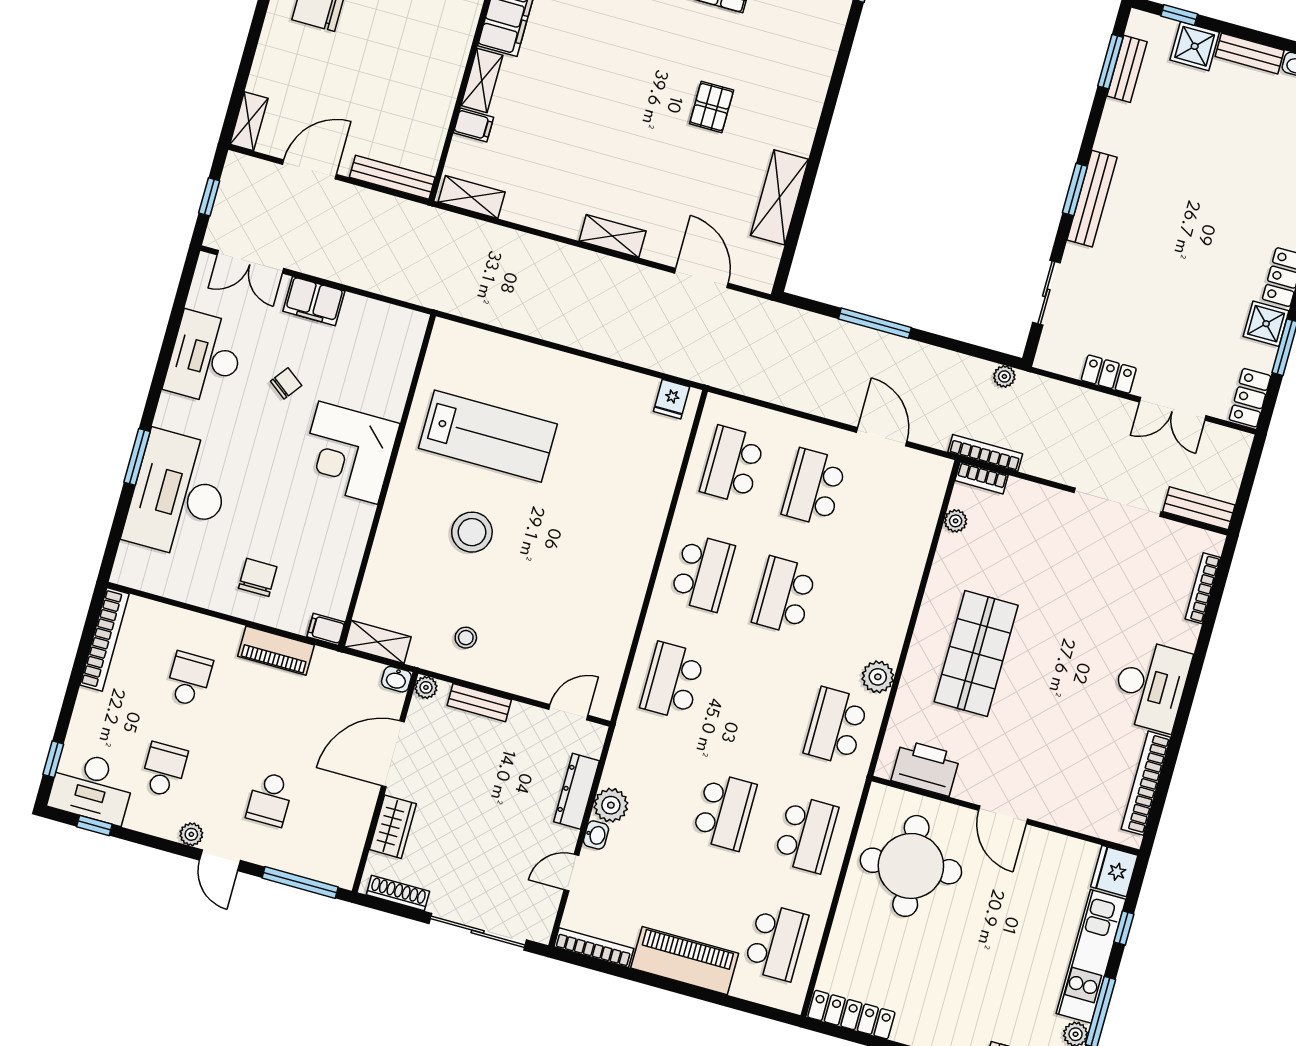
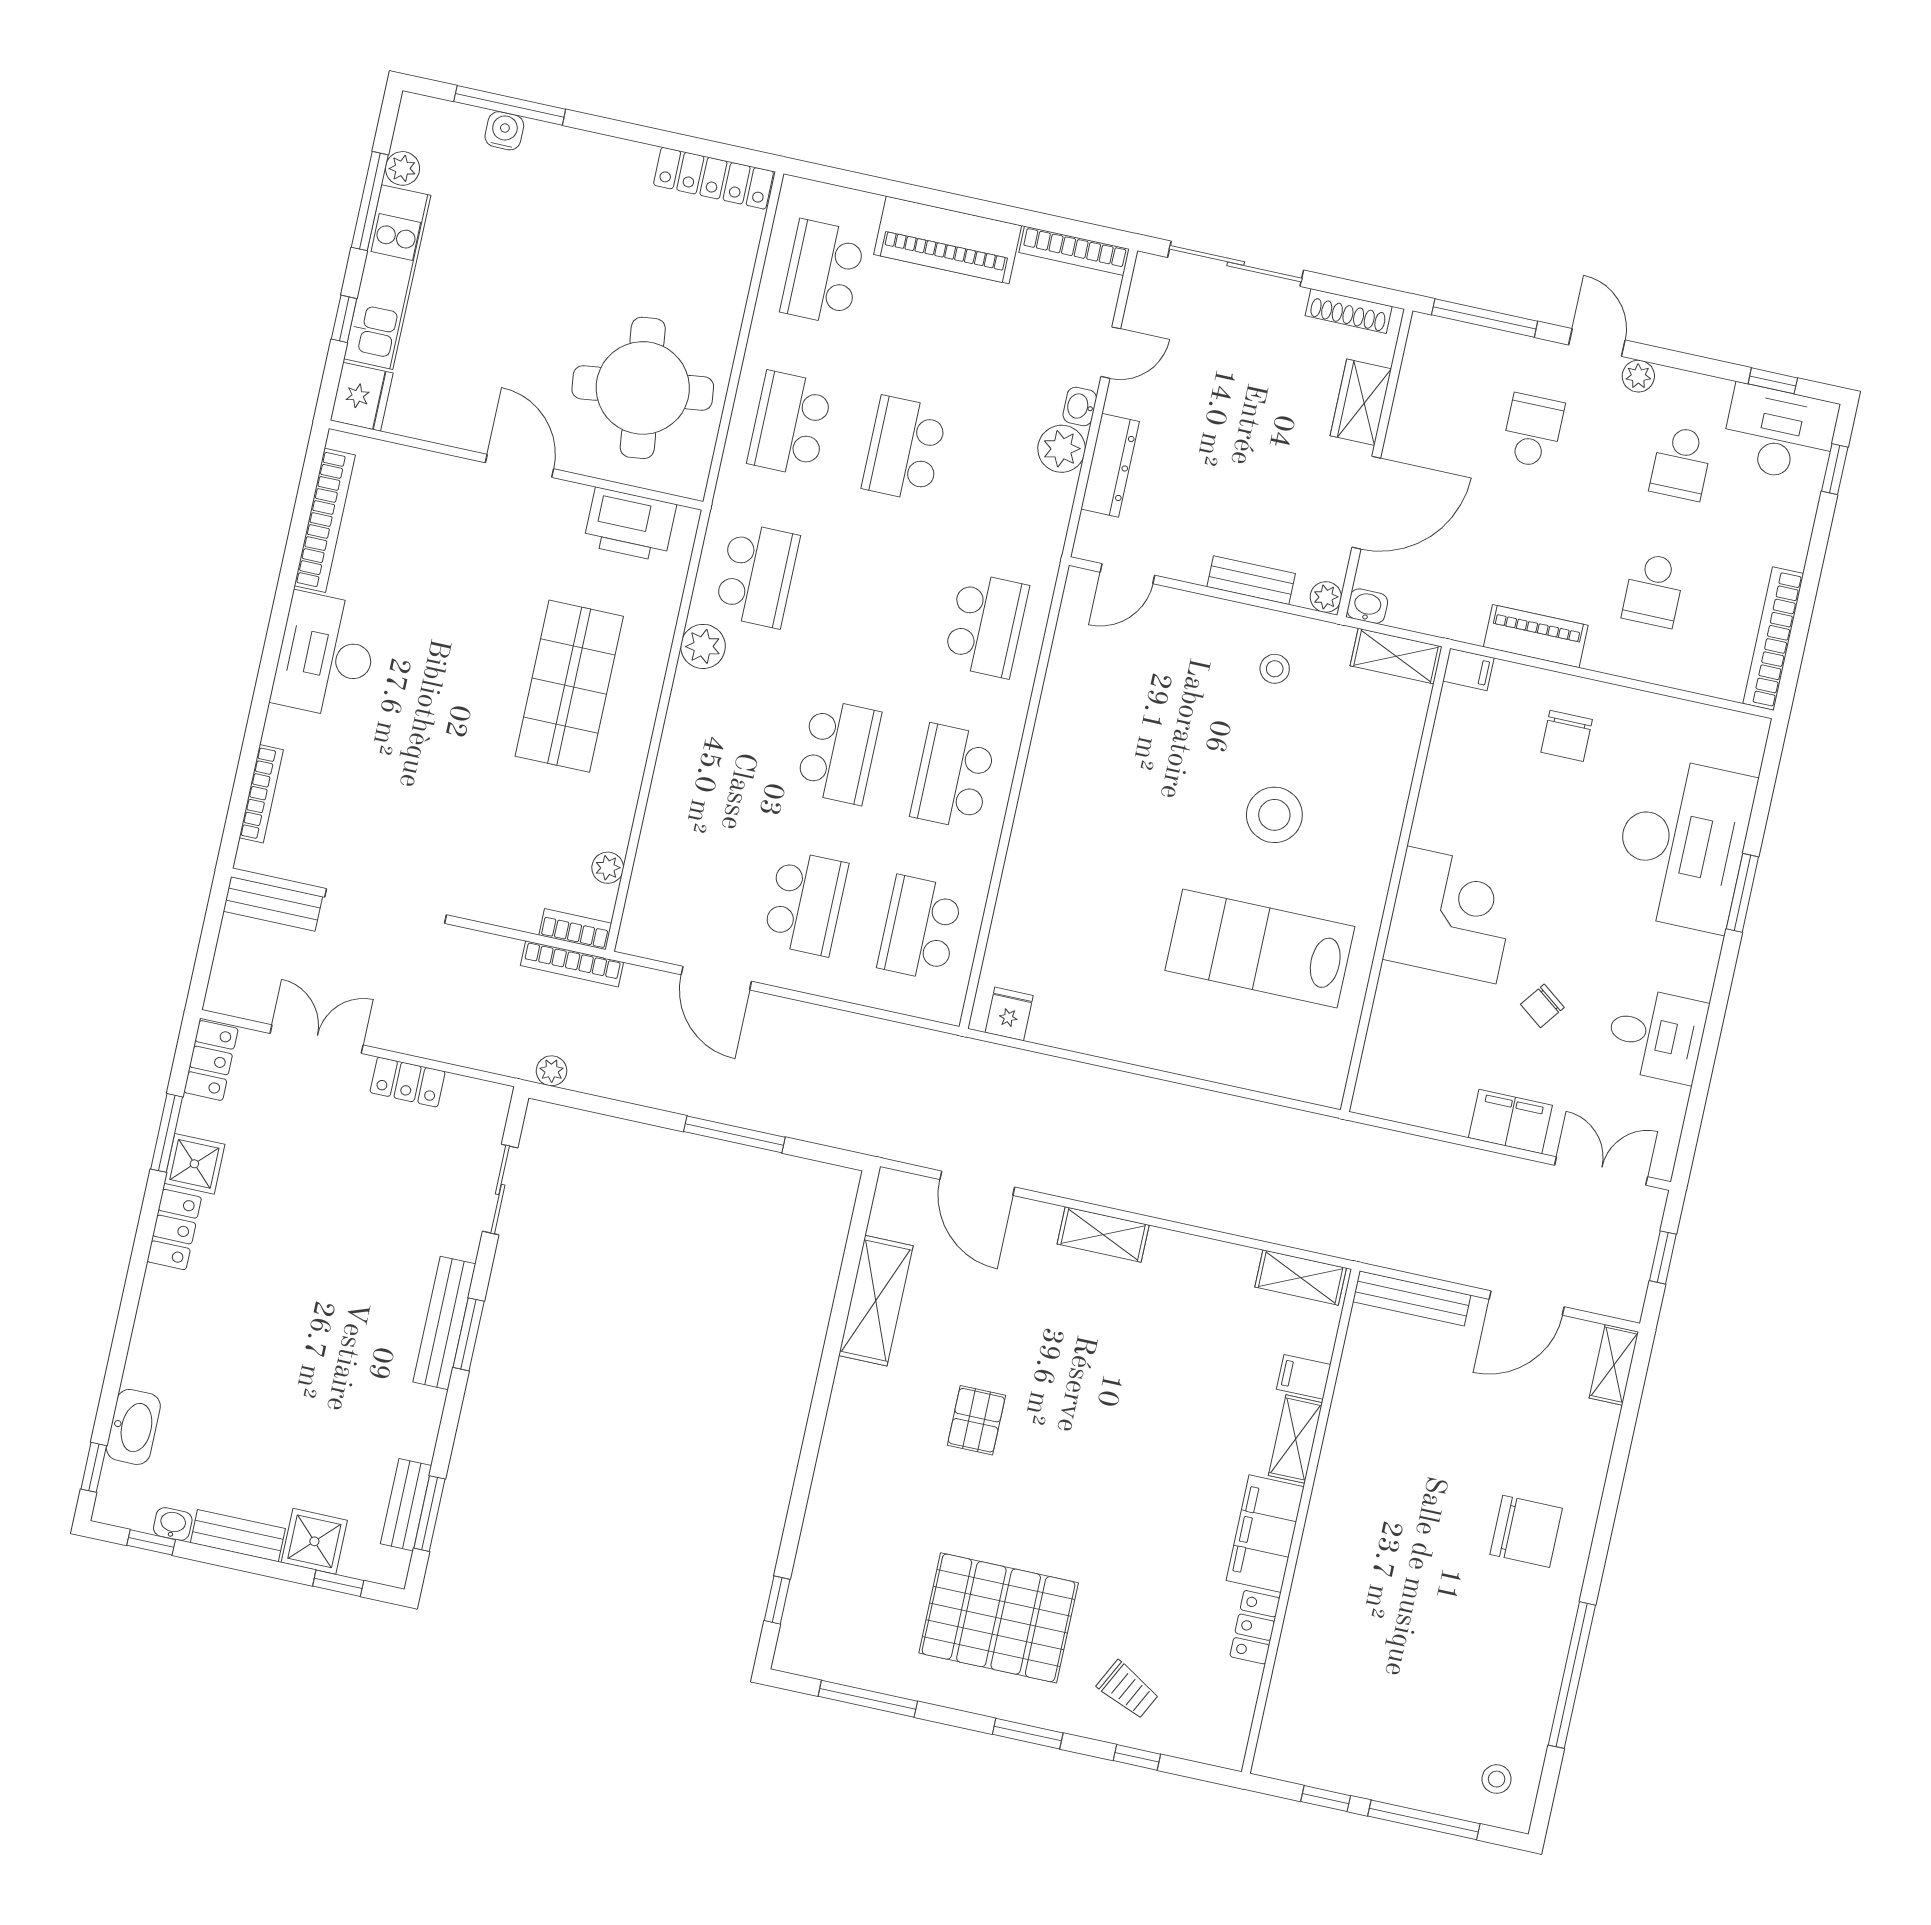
desk: (205, 358) -> (1656, 1035), width x0.73
school desk: (732, 465) -> (920, 928), turned 180

